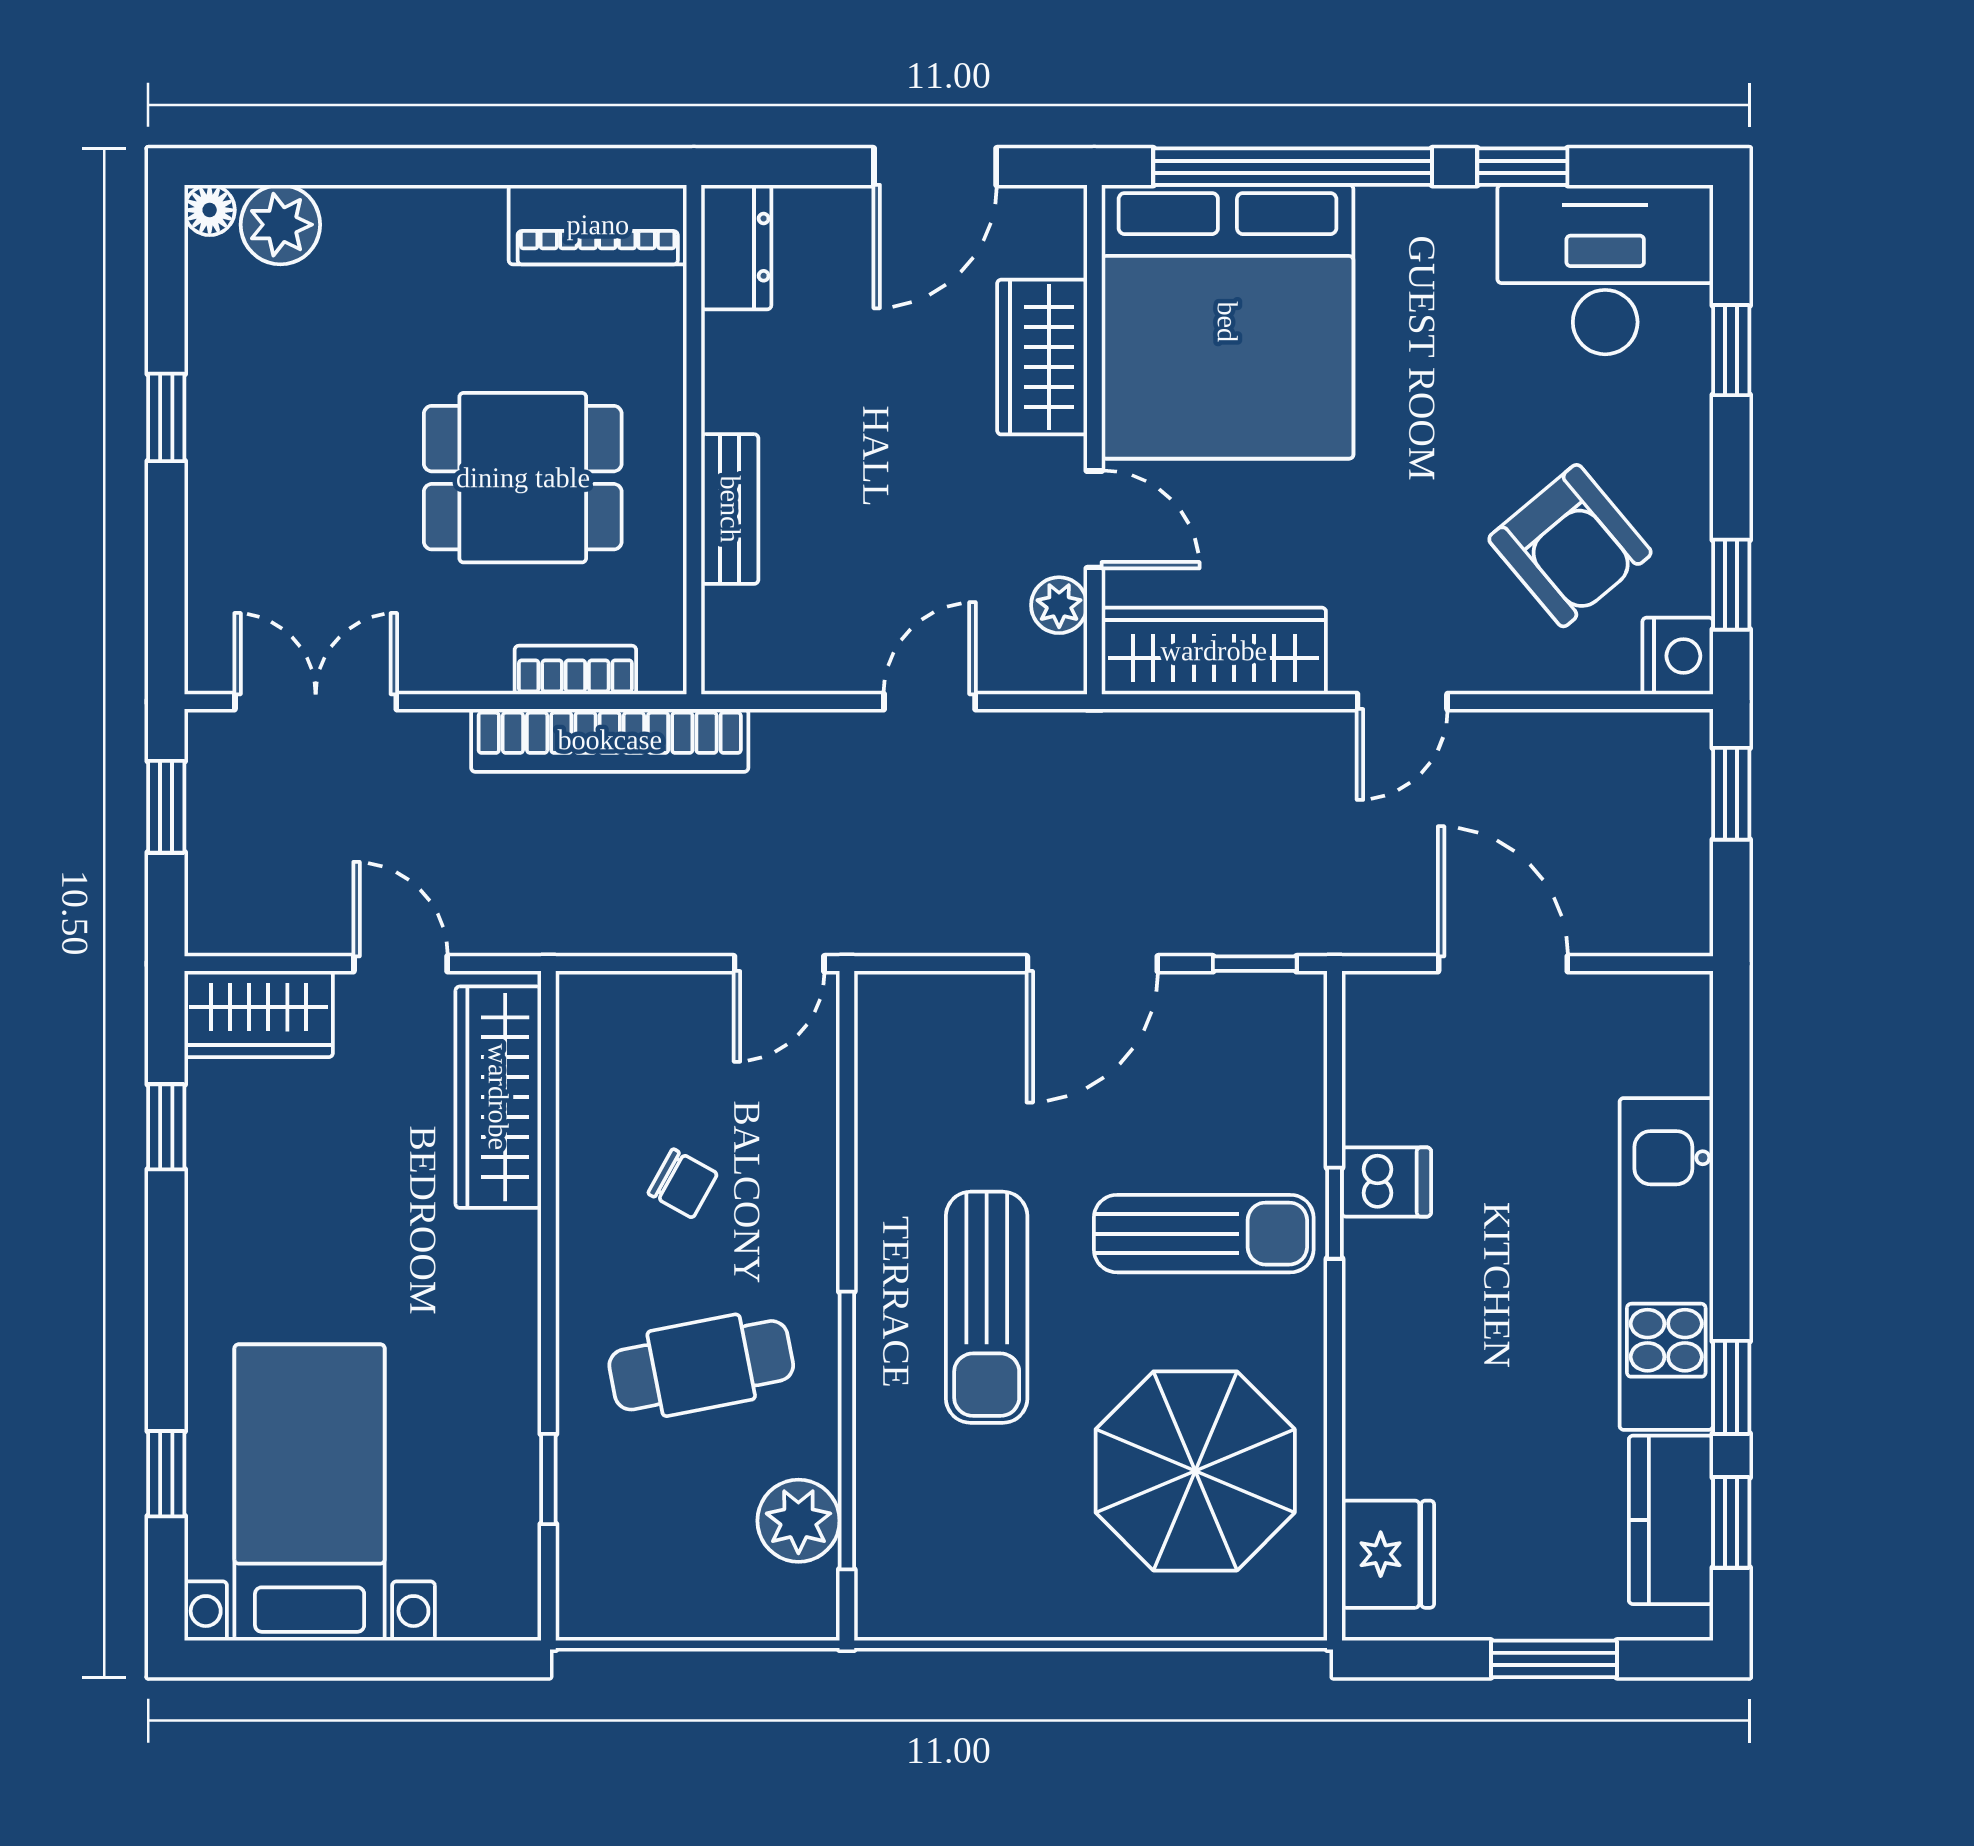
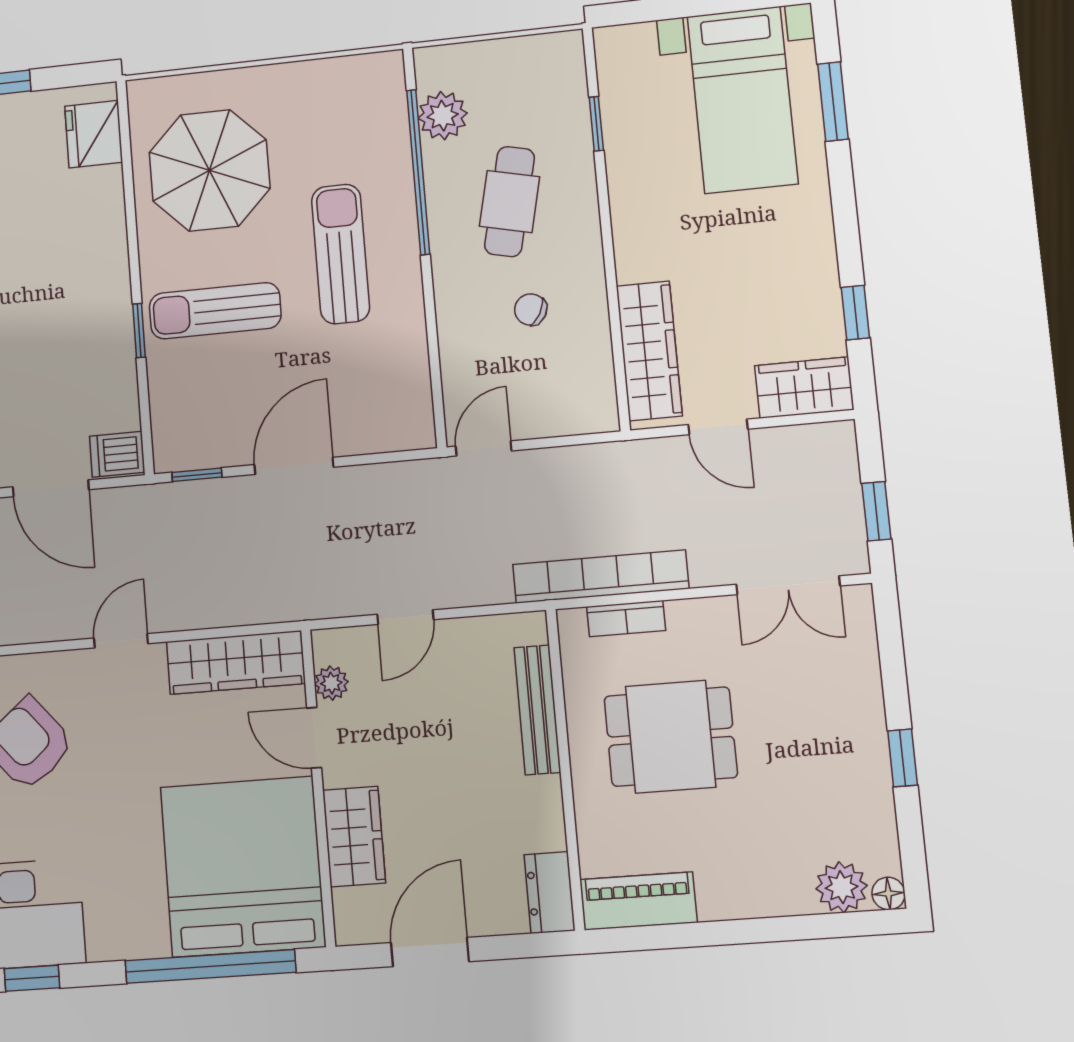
window: (1522, 167) -> (32, 978), moved
bench: (730, 509) -> (537, 710), width x1.36
dishwasher: (1386, 1182) -> (117, 454), moved
cafe table: (701, 1365) -> (510, 202), turned -66
window: (166, 1474) -> (833, 101), width x1.50

